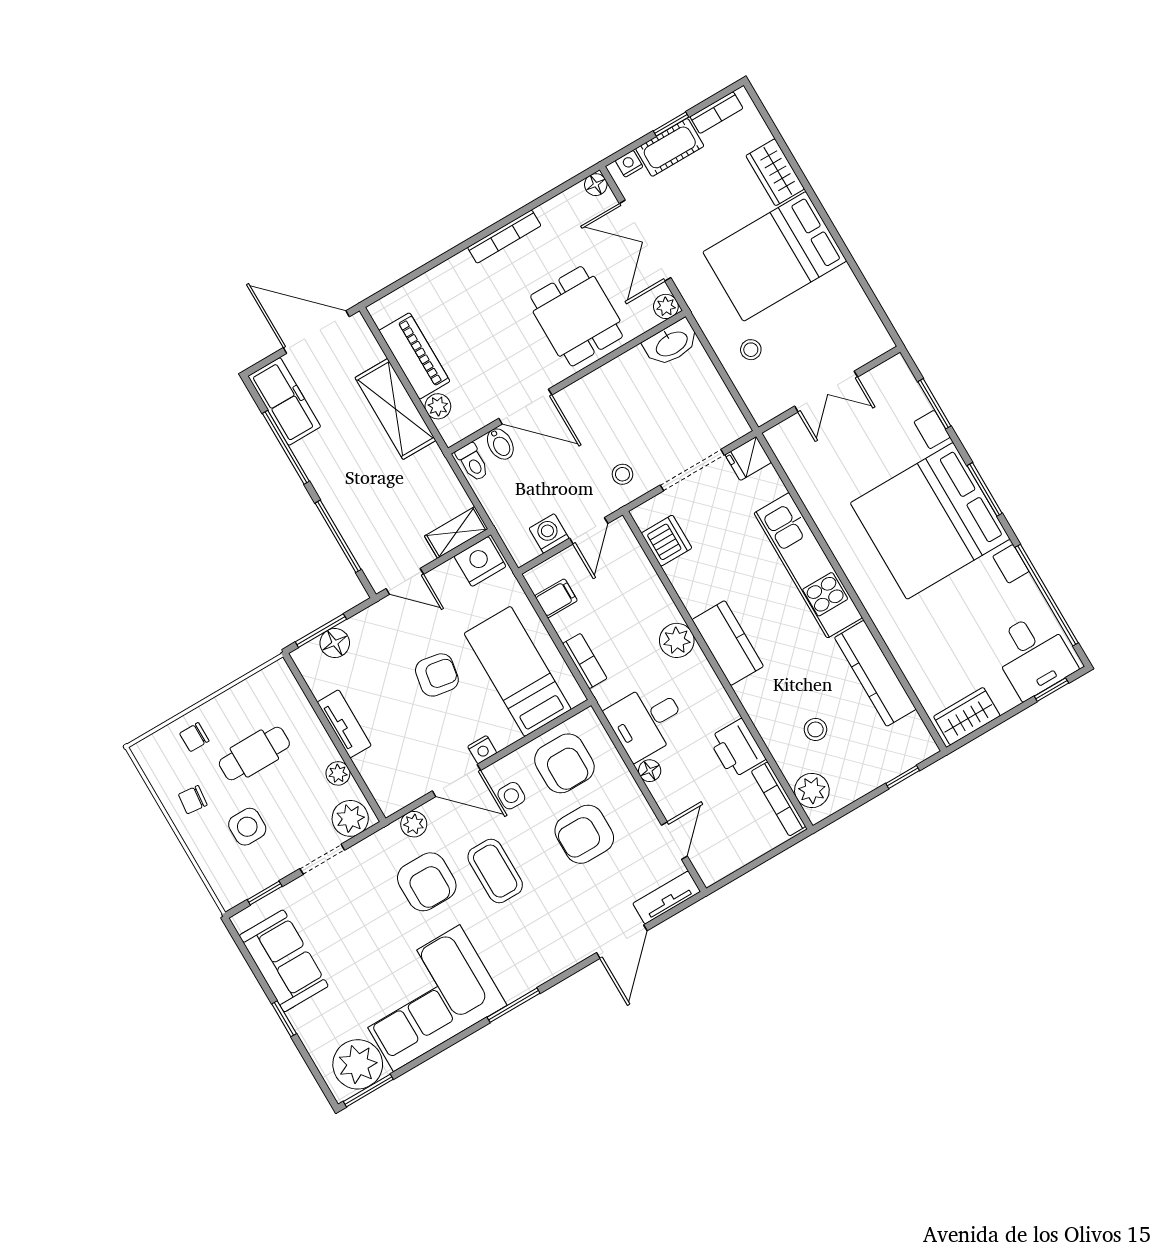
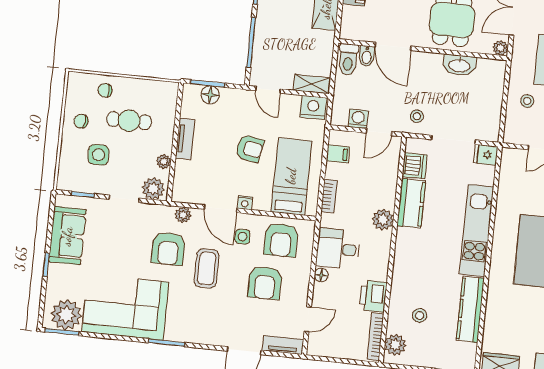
washbasin: (671, 343) -> (459, 65), moved
plant: (438, 406) -> (349, 14), removed
toilet: (473, 462) -> (348, 60), width x1.37, depth x1.39
kitchen counter: (728, 643) -> (411, 203), moved
armchair: (584, 834) -> (265, 283), turned -90

